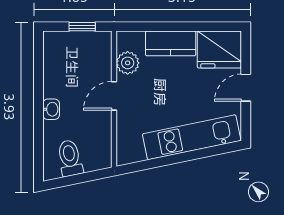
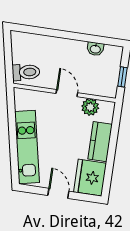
washbasin: (51, 109) -> (95, 49), moved
toilet: (70, 158) -> (26, 72), moved

